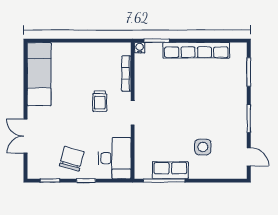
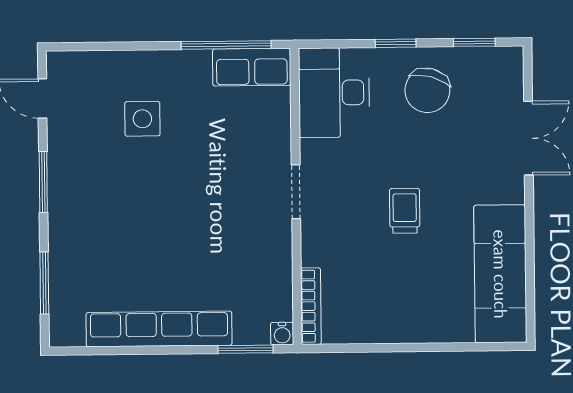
bookcase: (126, 74) -> (311, 306), moved
trolley: (100, 101) -> (405, 211), moved
row of seats: (170, 170) -> (252, 67), moved

